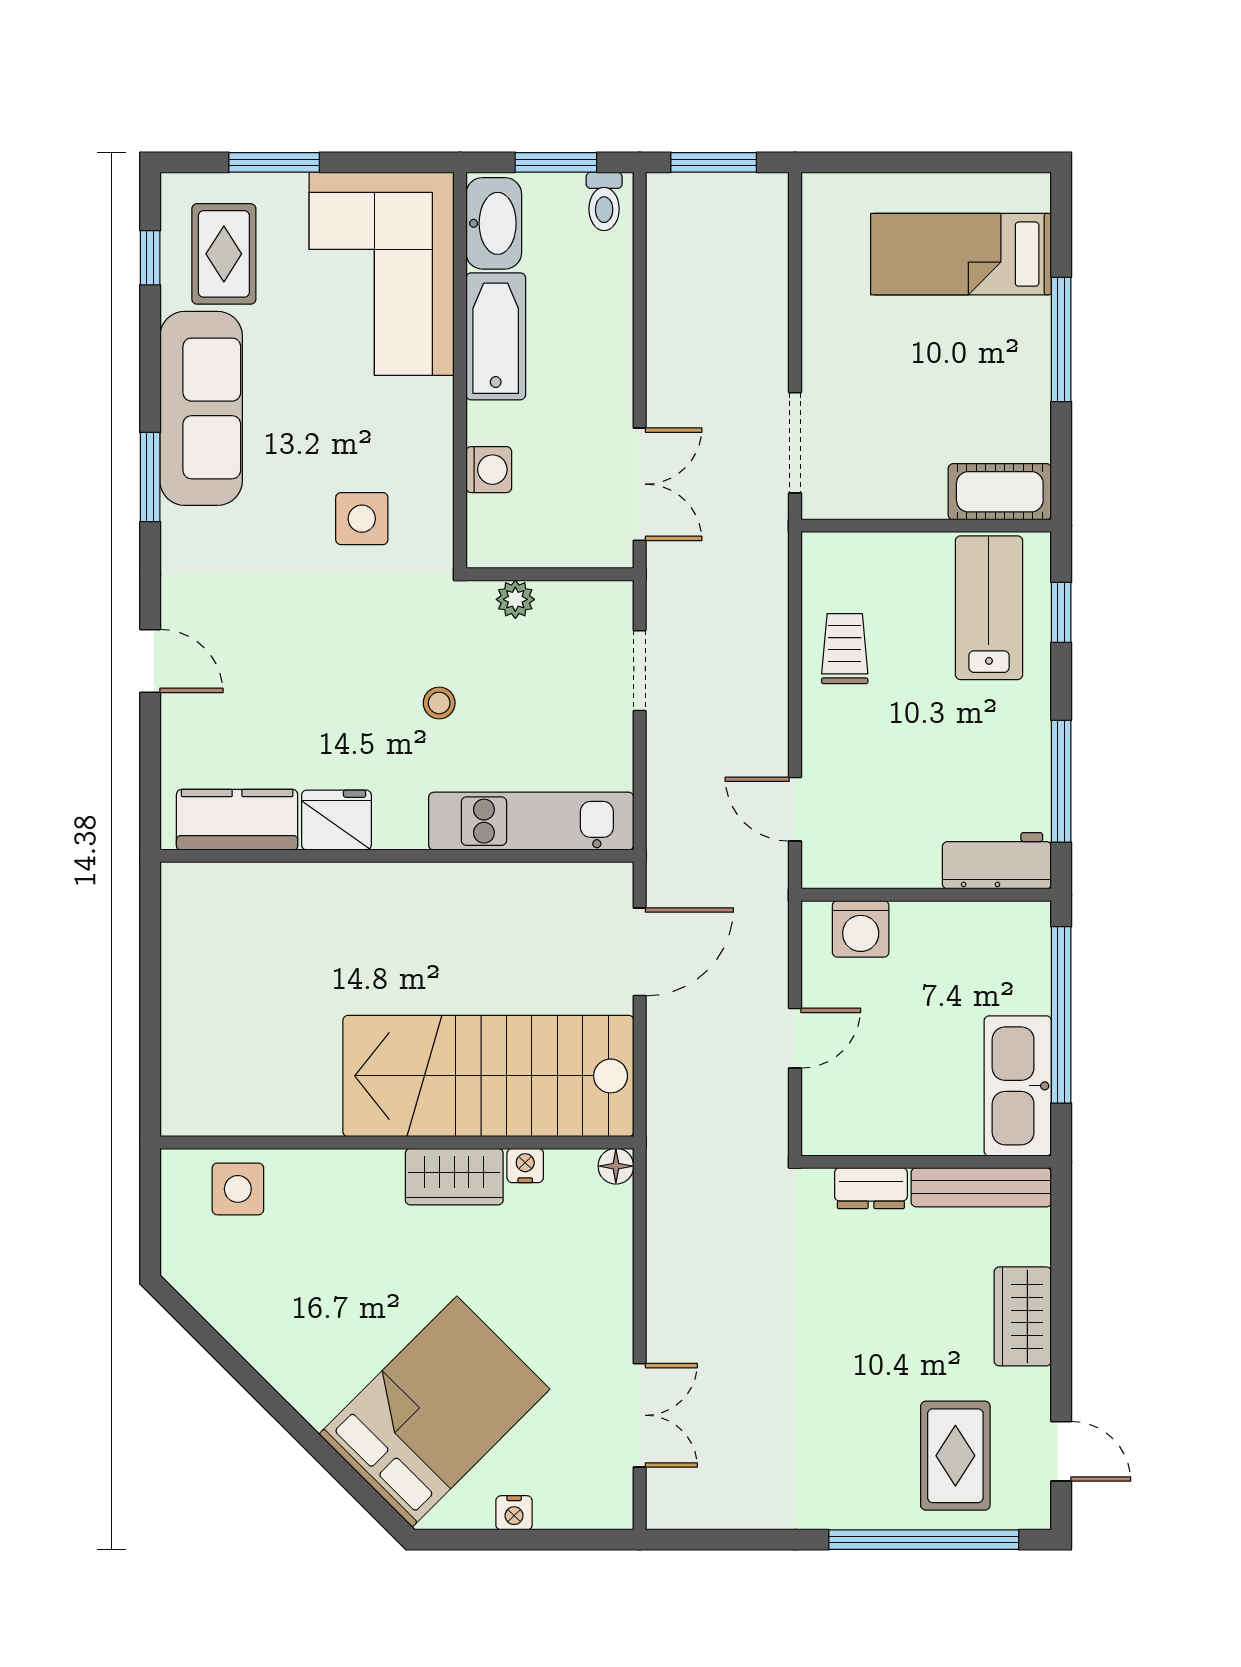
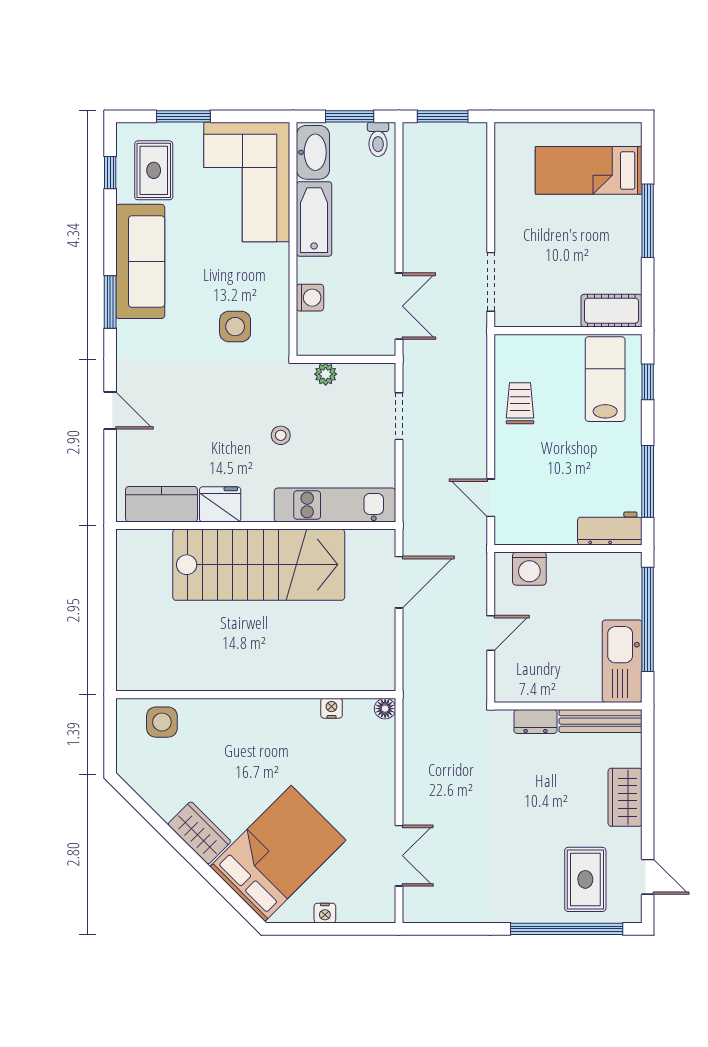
stairs: (488, 1076) -> (259, 565), moved, turned 180
wardrobe: (454, 1177) -> (199, 833), moved, turned -135

